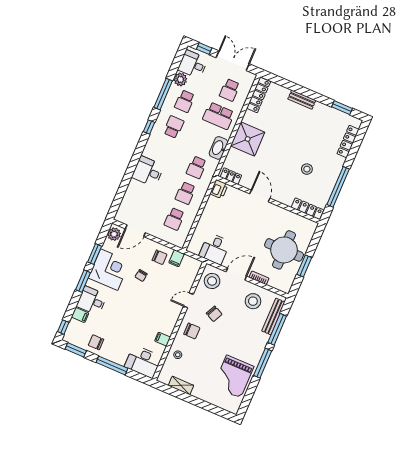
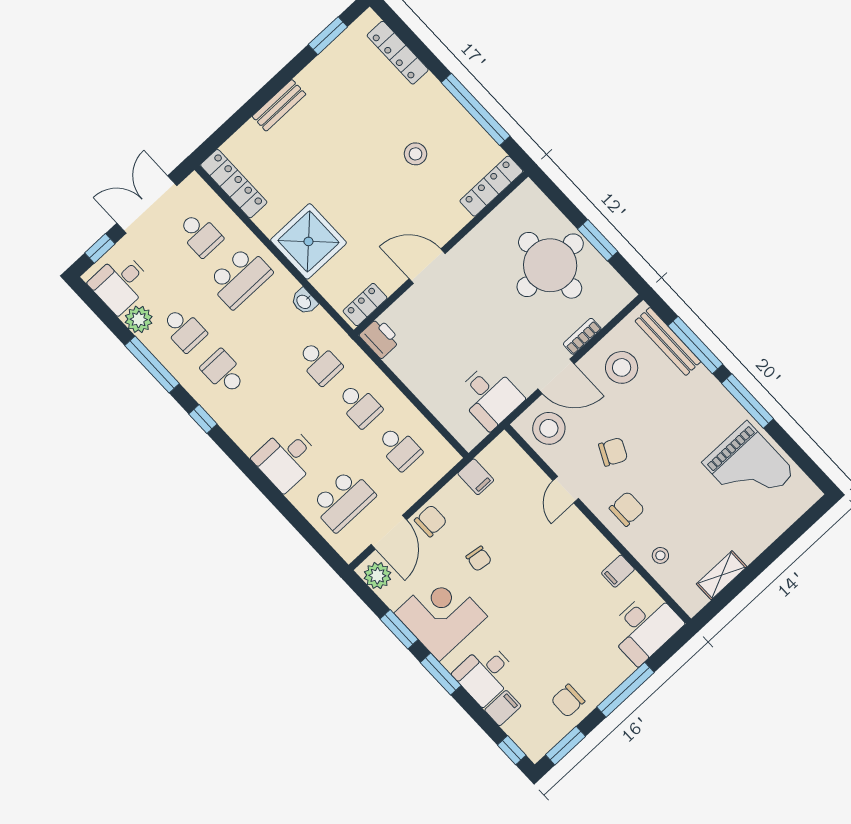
washbasin: (218, 148) -> (304, 301), width x0.52, depth x0.69
school desk: (140, 204) -> (343, 500), added
chair: (160, 257) -> (431, 521), moved
door: (236, 274) -> (556, 376), swing flipped

